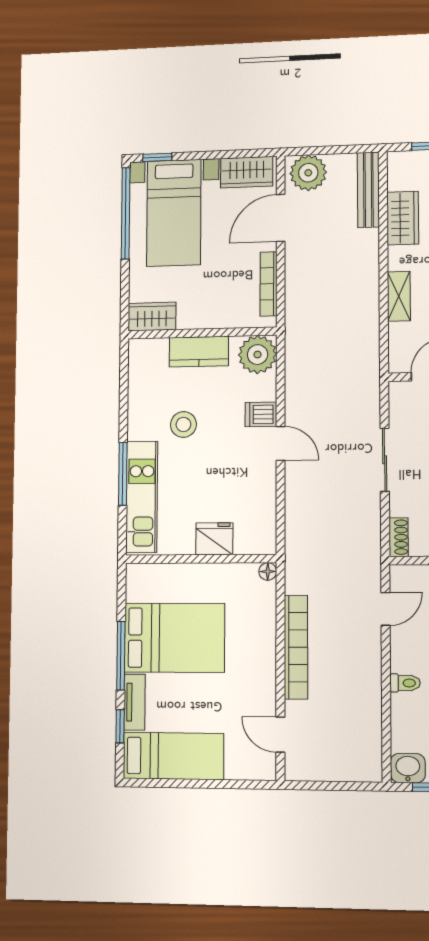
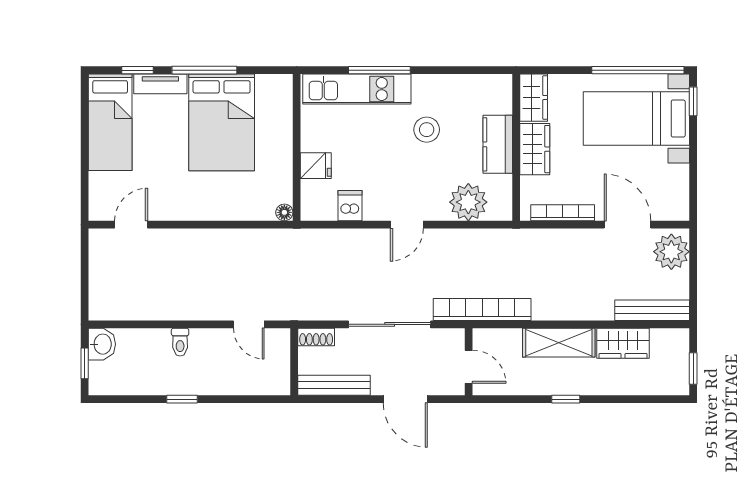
wardrobe: (247, 172) -> (535, 149), moved, turned 180
shelving: (399, 296) -> (559, 343), width x1.50, depth x1.33
plant: (258, 355) -> (468, 202), moved
dishwasher: (261, 414) -> (350, 206), moved
sliding door: (385, 460) -> (390, 324), width x1.37
fridge: (214, 539) -> (316, 166), width x0.72
bookcase: (296, 647) -> (482, 310), moved, turned 180

